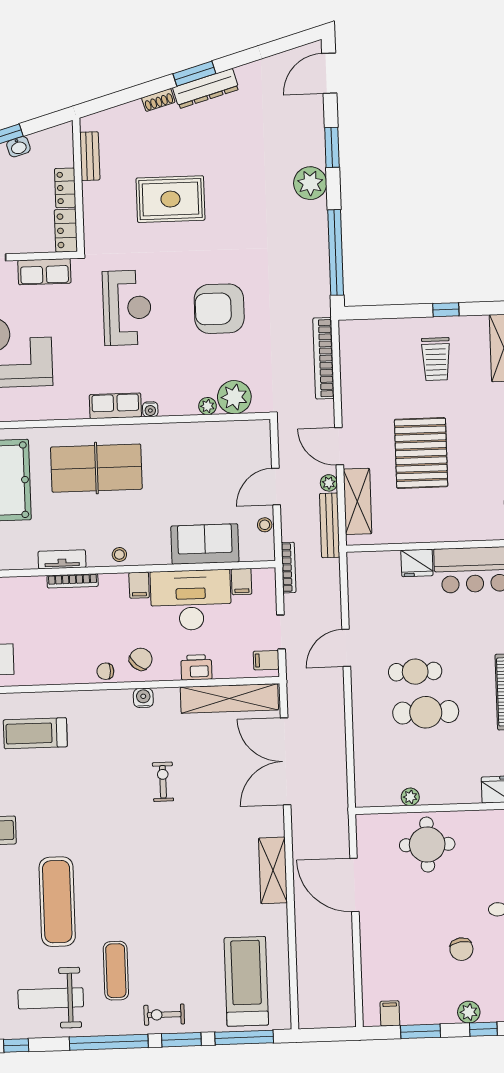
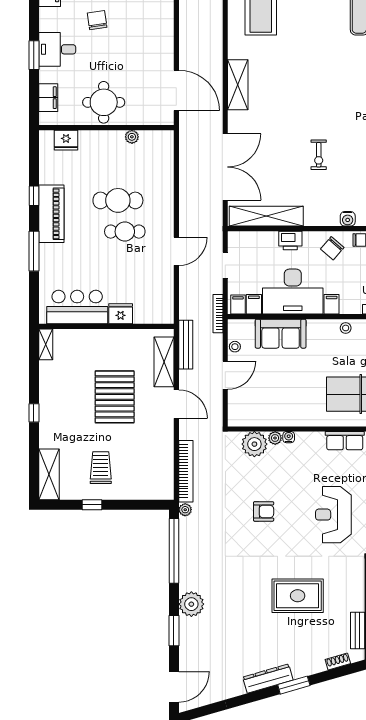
window: (194, 74) -> (294, 685), moved
shoe rack: (158, 100) -> (338, 661), moved
armchair: (219, 309) -> (264, 511), width x0.53, depth x0.53
water cooler: (150, 409) -> (289, 437), moved
plant: (329, 483) -> (185, 510), moved
filing cabinet: (266, 660) -> (238, 305), moved, turned -90
water cooler: (143, 698) -> (348, 219), moved
round table: (427, 845) -> (104, 102), moved
door: (354, 885) -> (176, 90), moved

